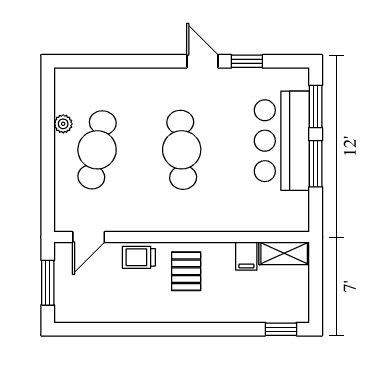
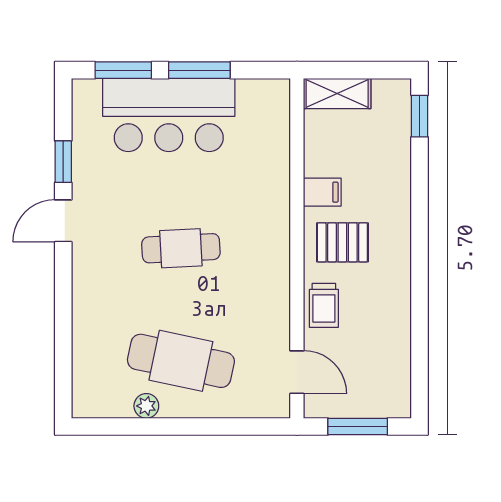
cafe table: (182, 150) -> (181, 248), width x0.73, depth x0.74
shelving: (284, 253) -> (337, 93), moved, turned 90
filing cabinet: (246, 256) -> (322, 192), moved

